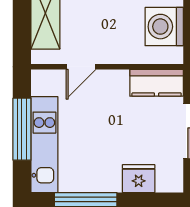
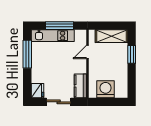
door: (81, 67) -> (88, 52), hinge flipped
fridge: (139, 179) -> (37, 91), moved

